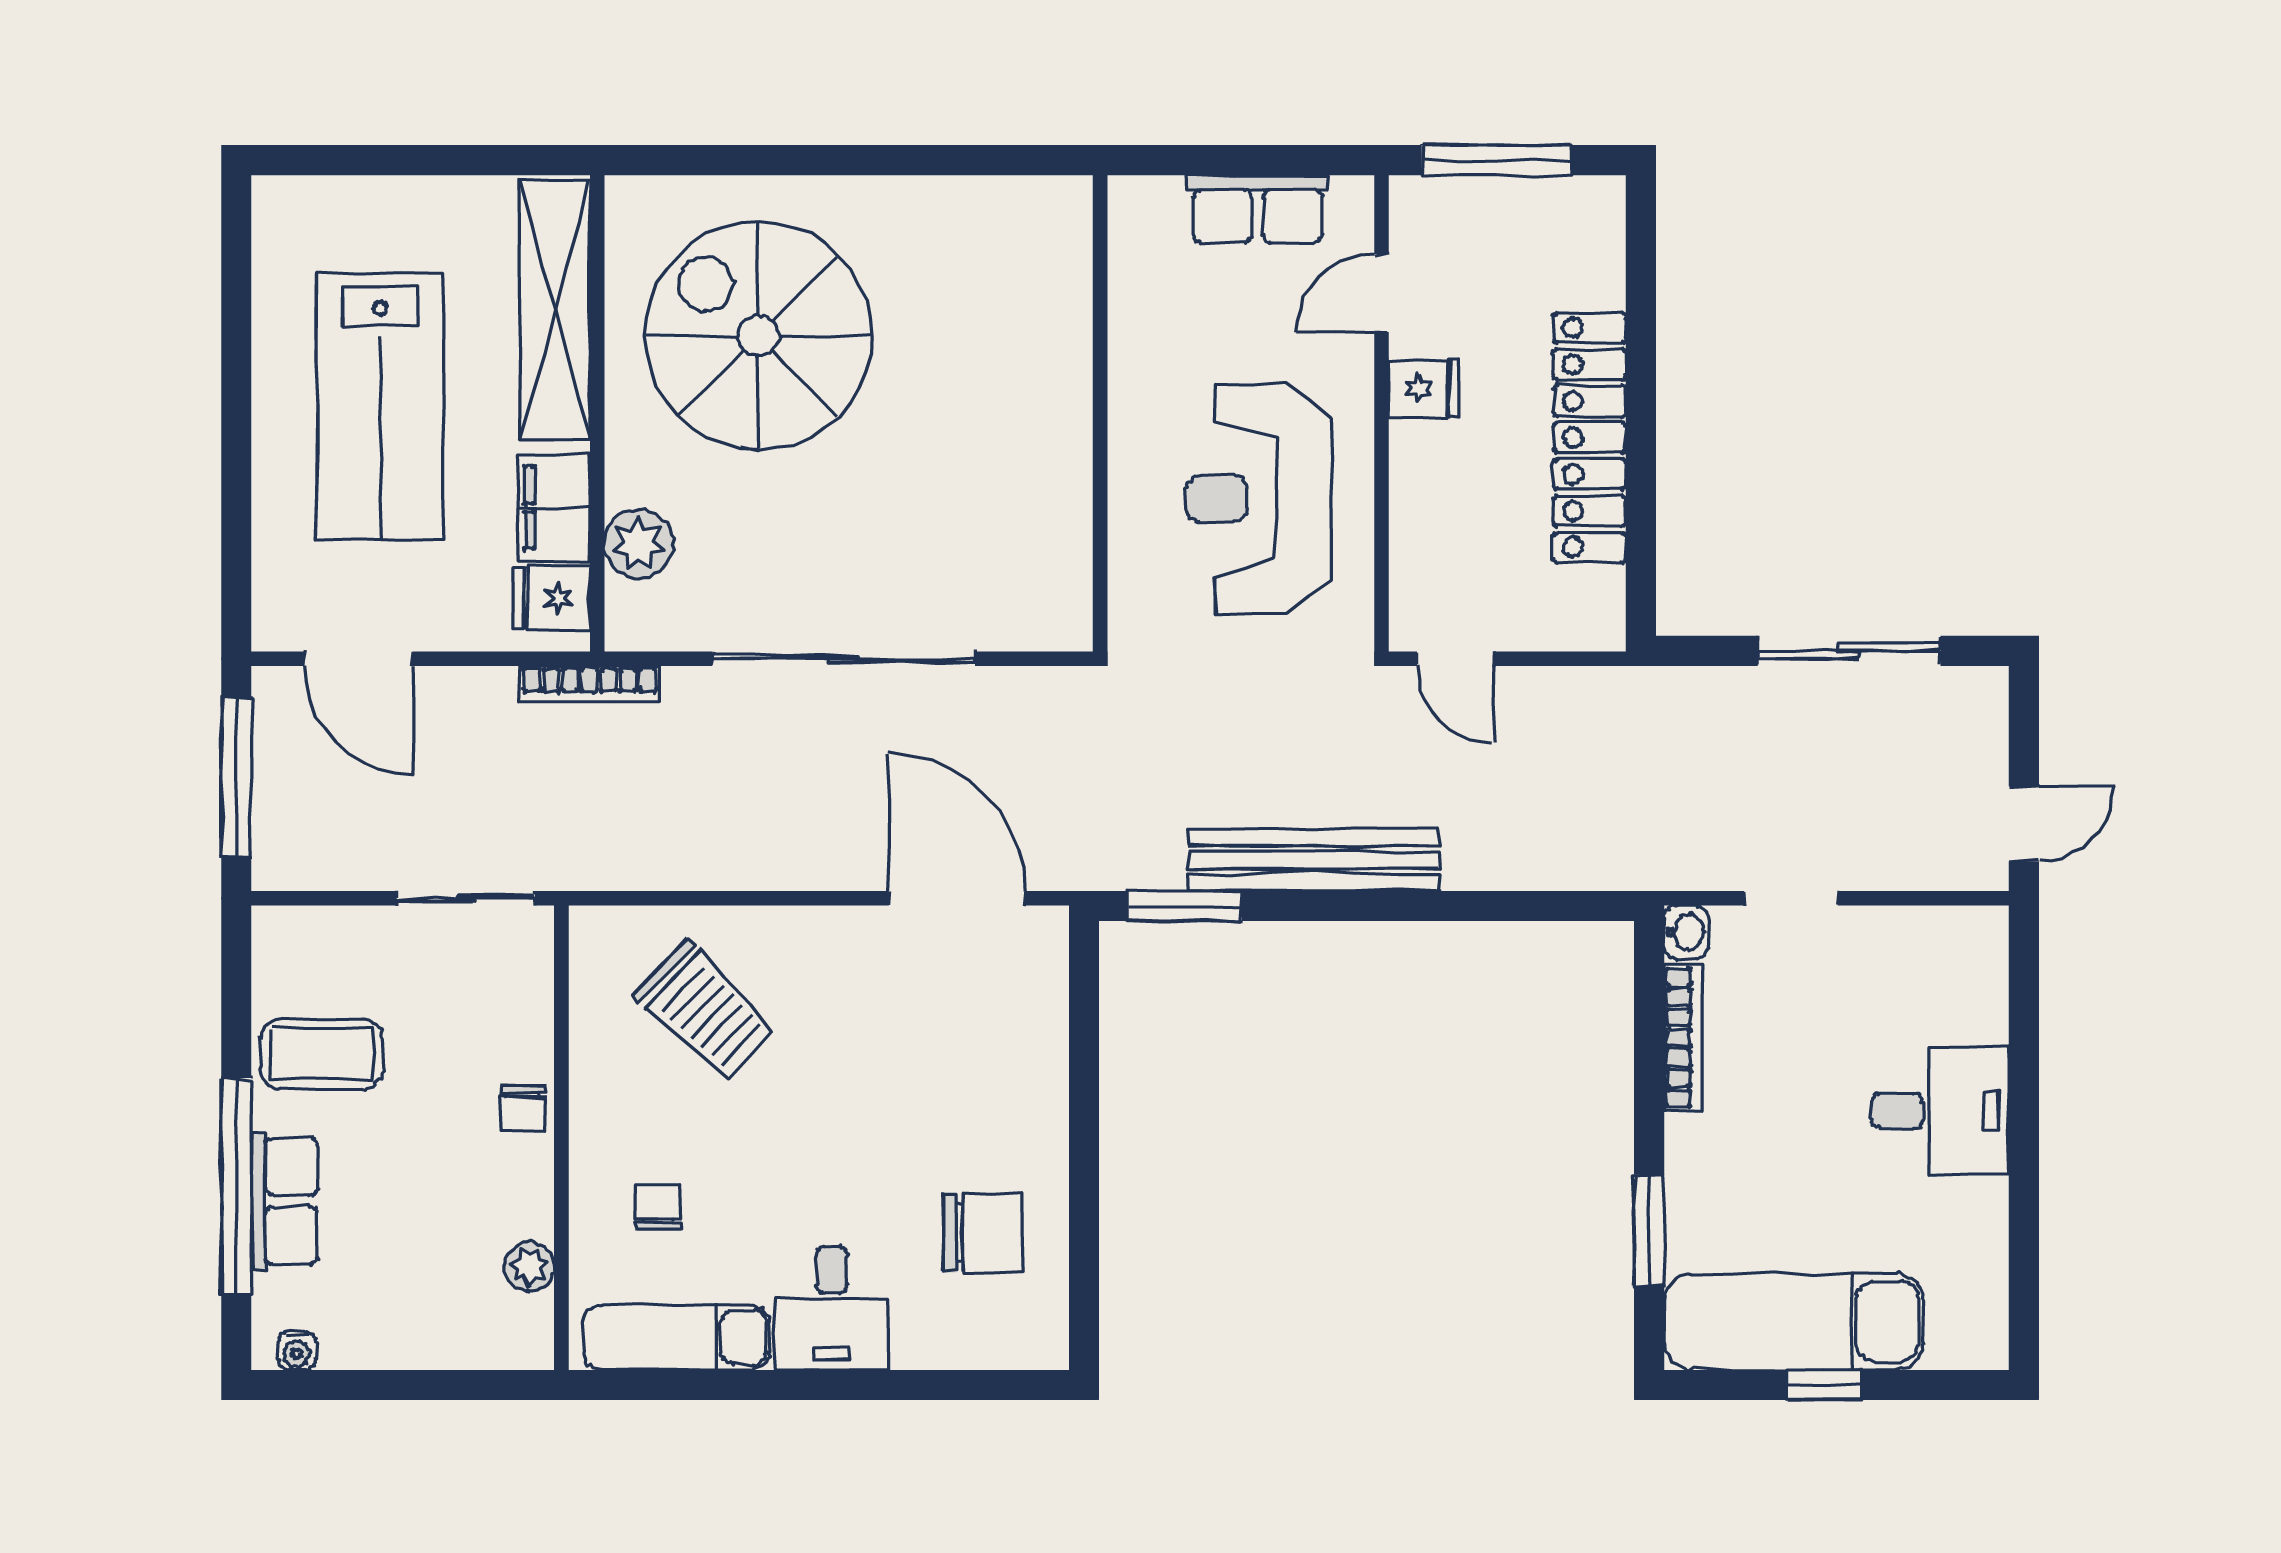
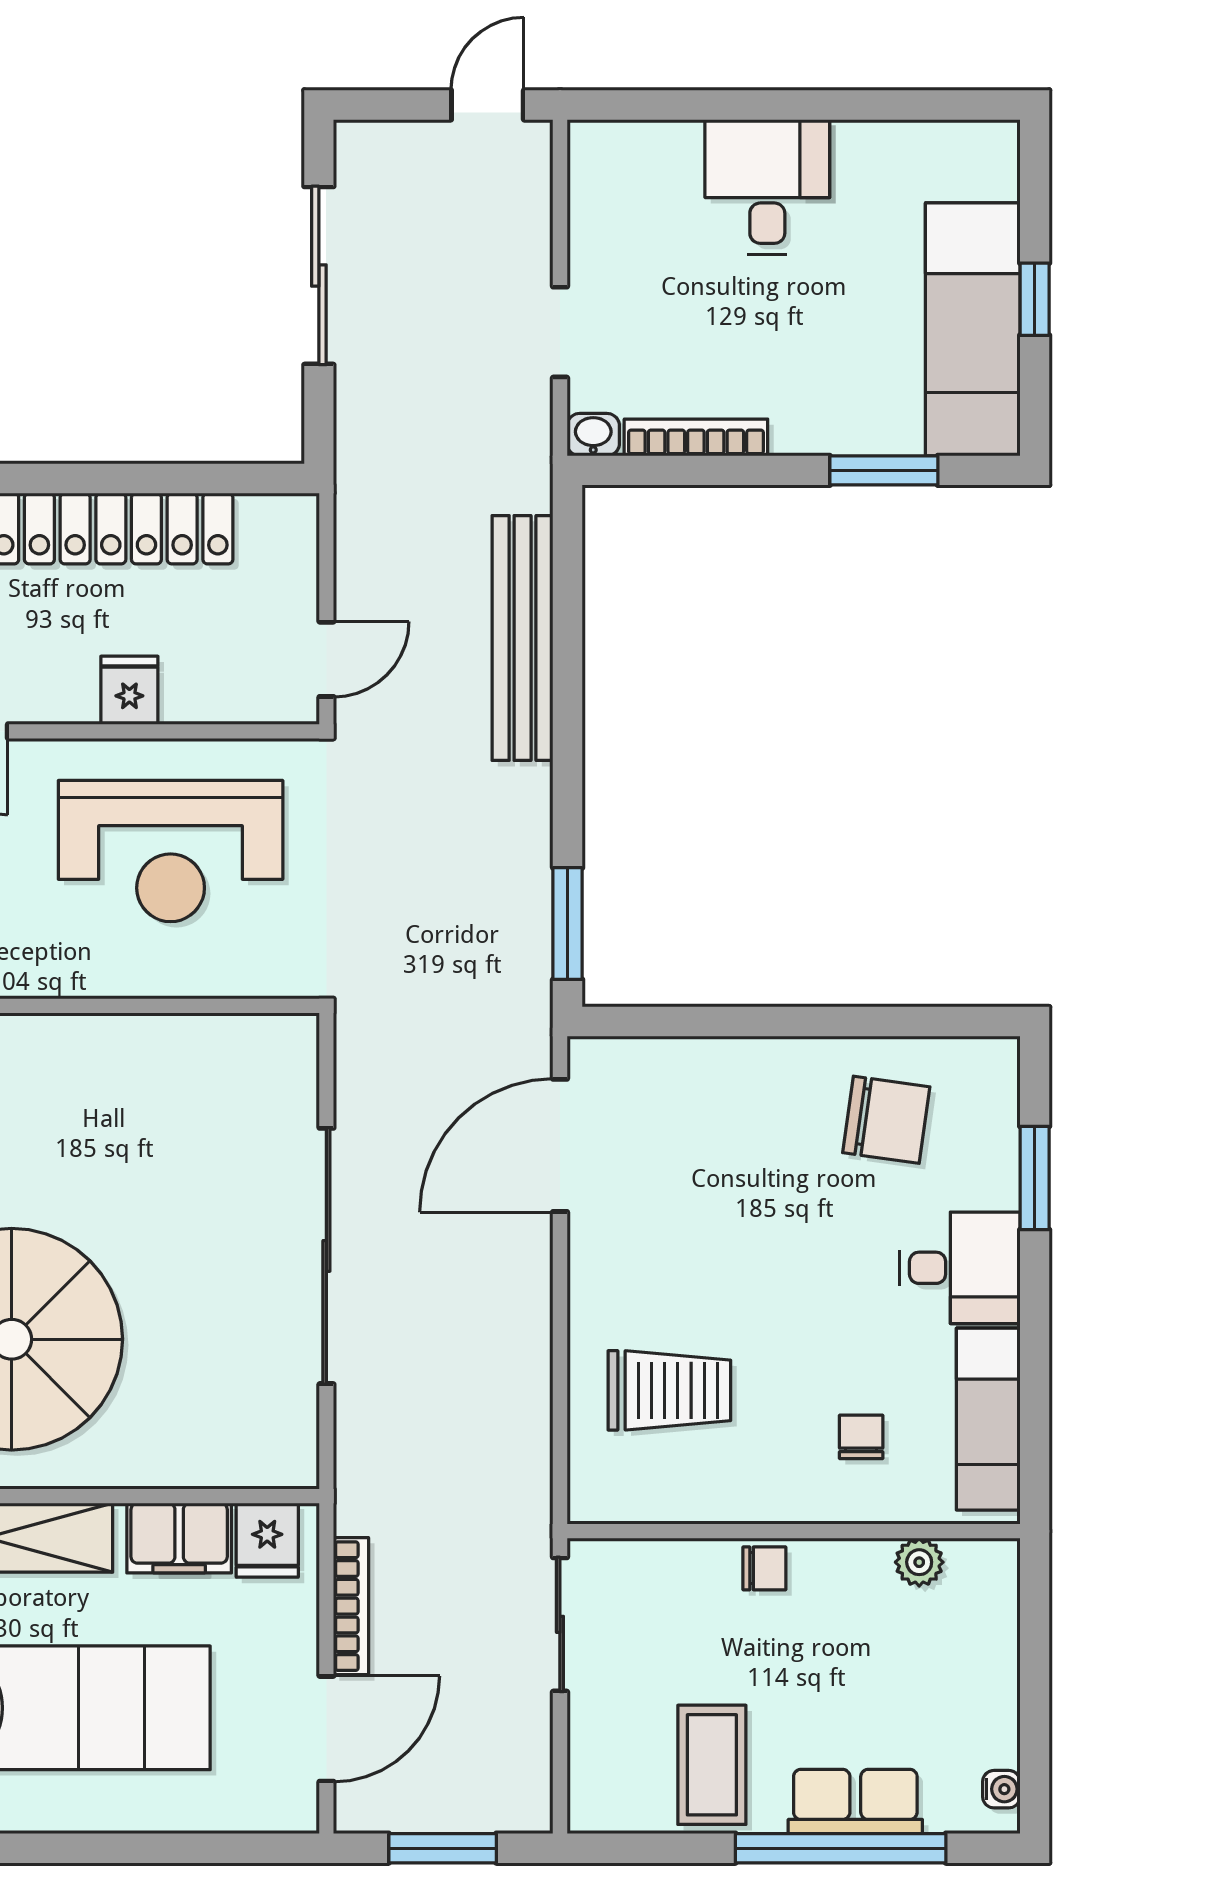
fridge: (1424, 388) -> (129, 690), moved
plant: (639, 544) -> (215, 1456), removed
bookcase: (590, 684) -> (351, 1606), moved
window: (236, 778) -> (443, 1848), width x0.69
door: (2024, 824) -> (487, 105), hinge flipped
bench: (1314, 860) -> (523, 638), moved
trolley: (706, 1010) -> (669, 1390), turned 46
chair: (658, 1207) -> (861, 1437), turned 90
chair: (983, 1233) -> (886, 1120), turned 98
window: (924, 1385) -> (1035, 1178), added

